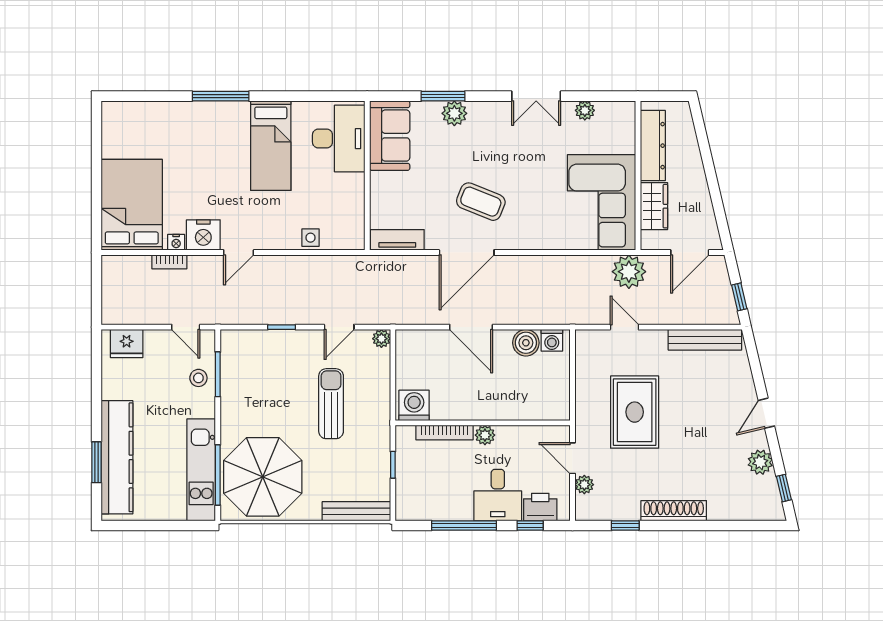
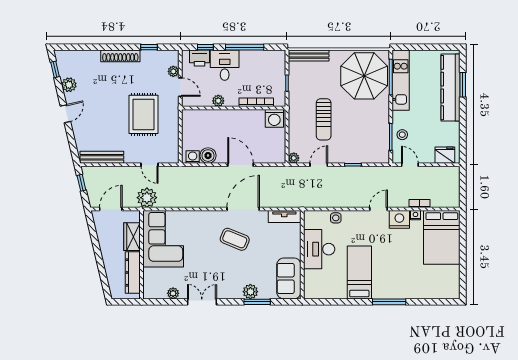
desk: (339, 139) -> (319, 249), moved
plant: (485, 435) -> (218, 101), moved

